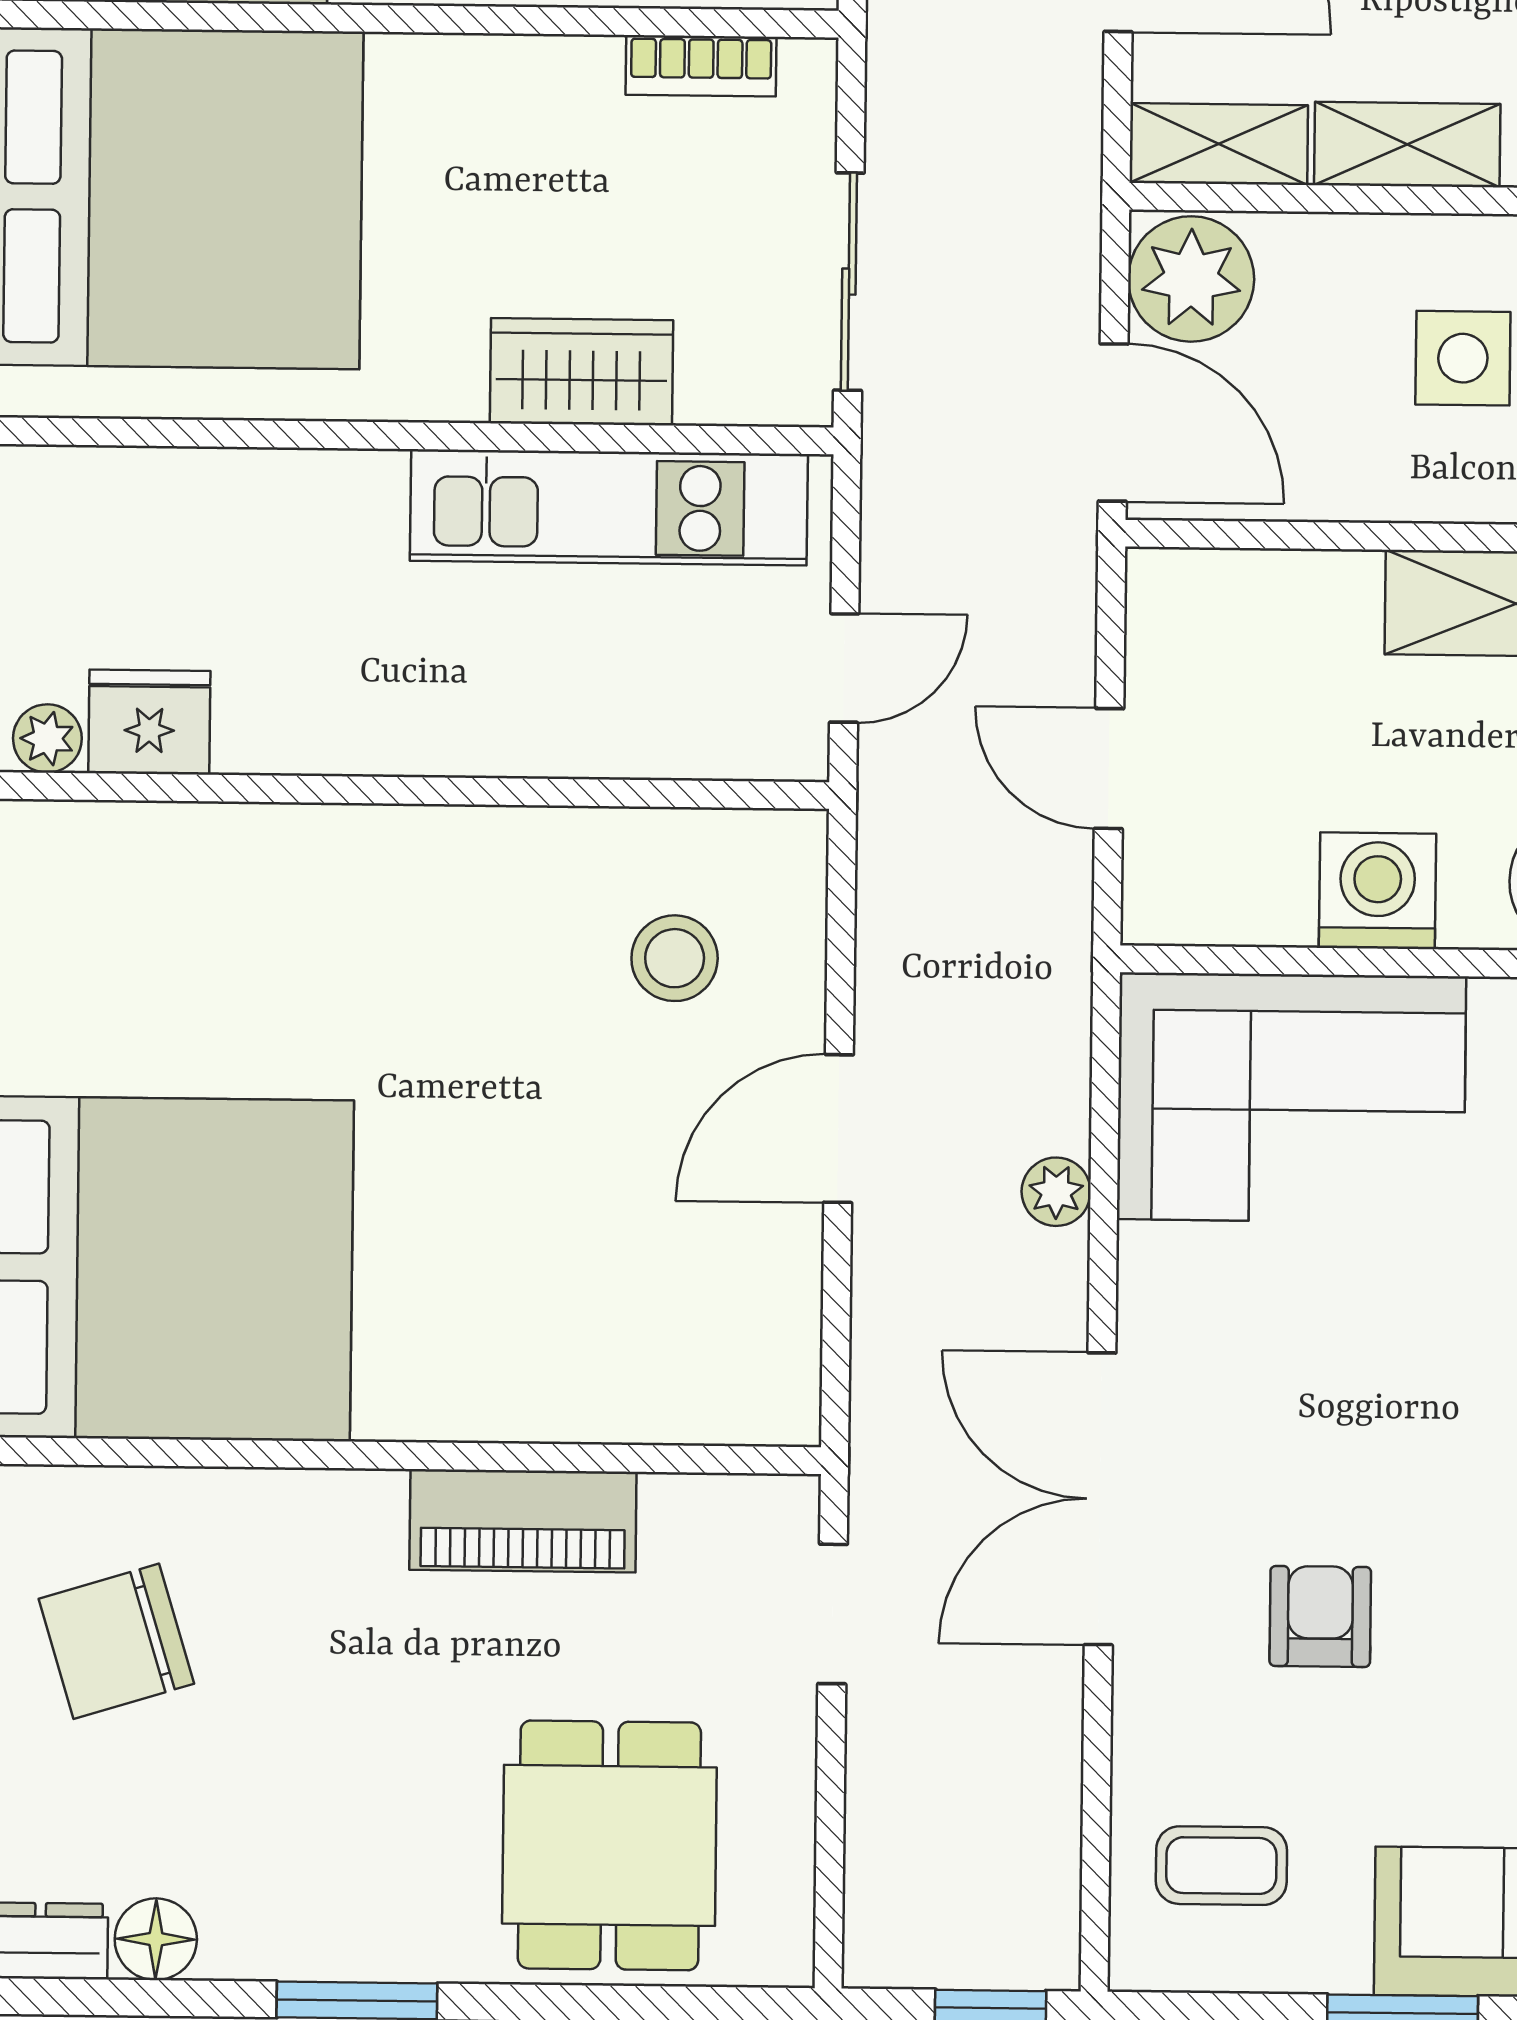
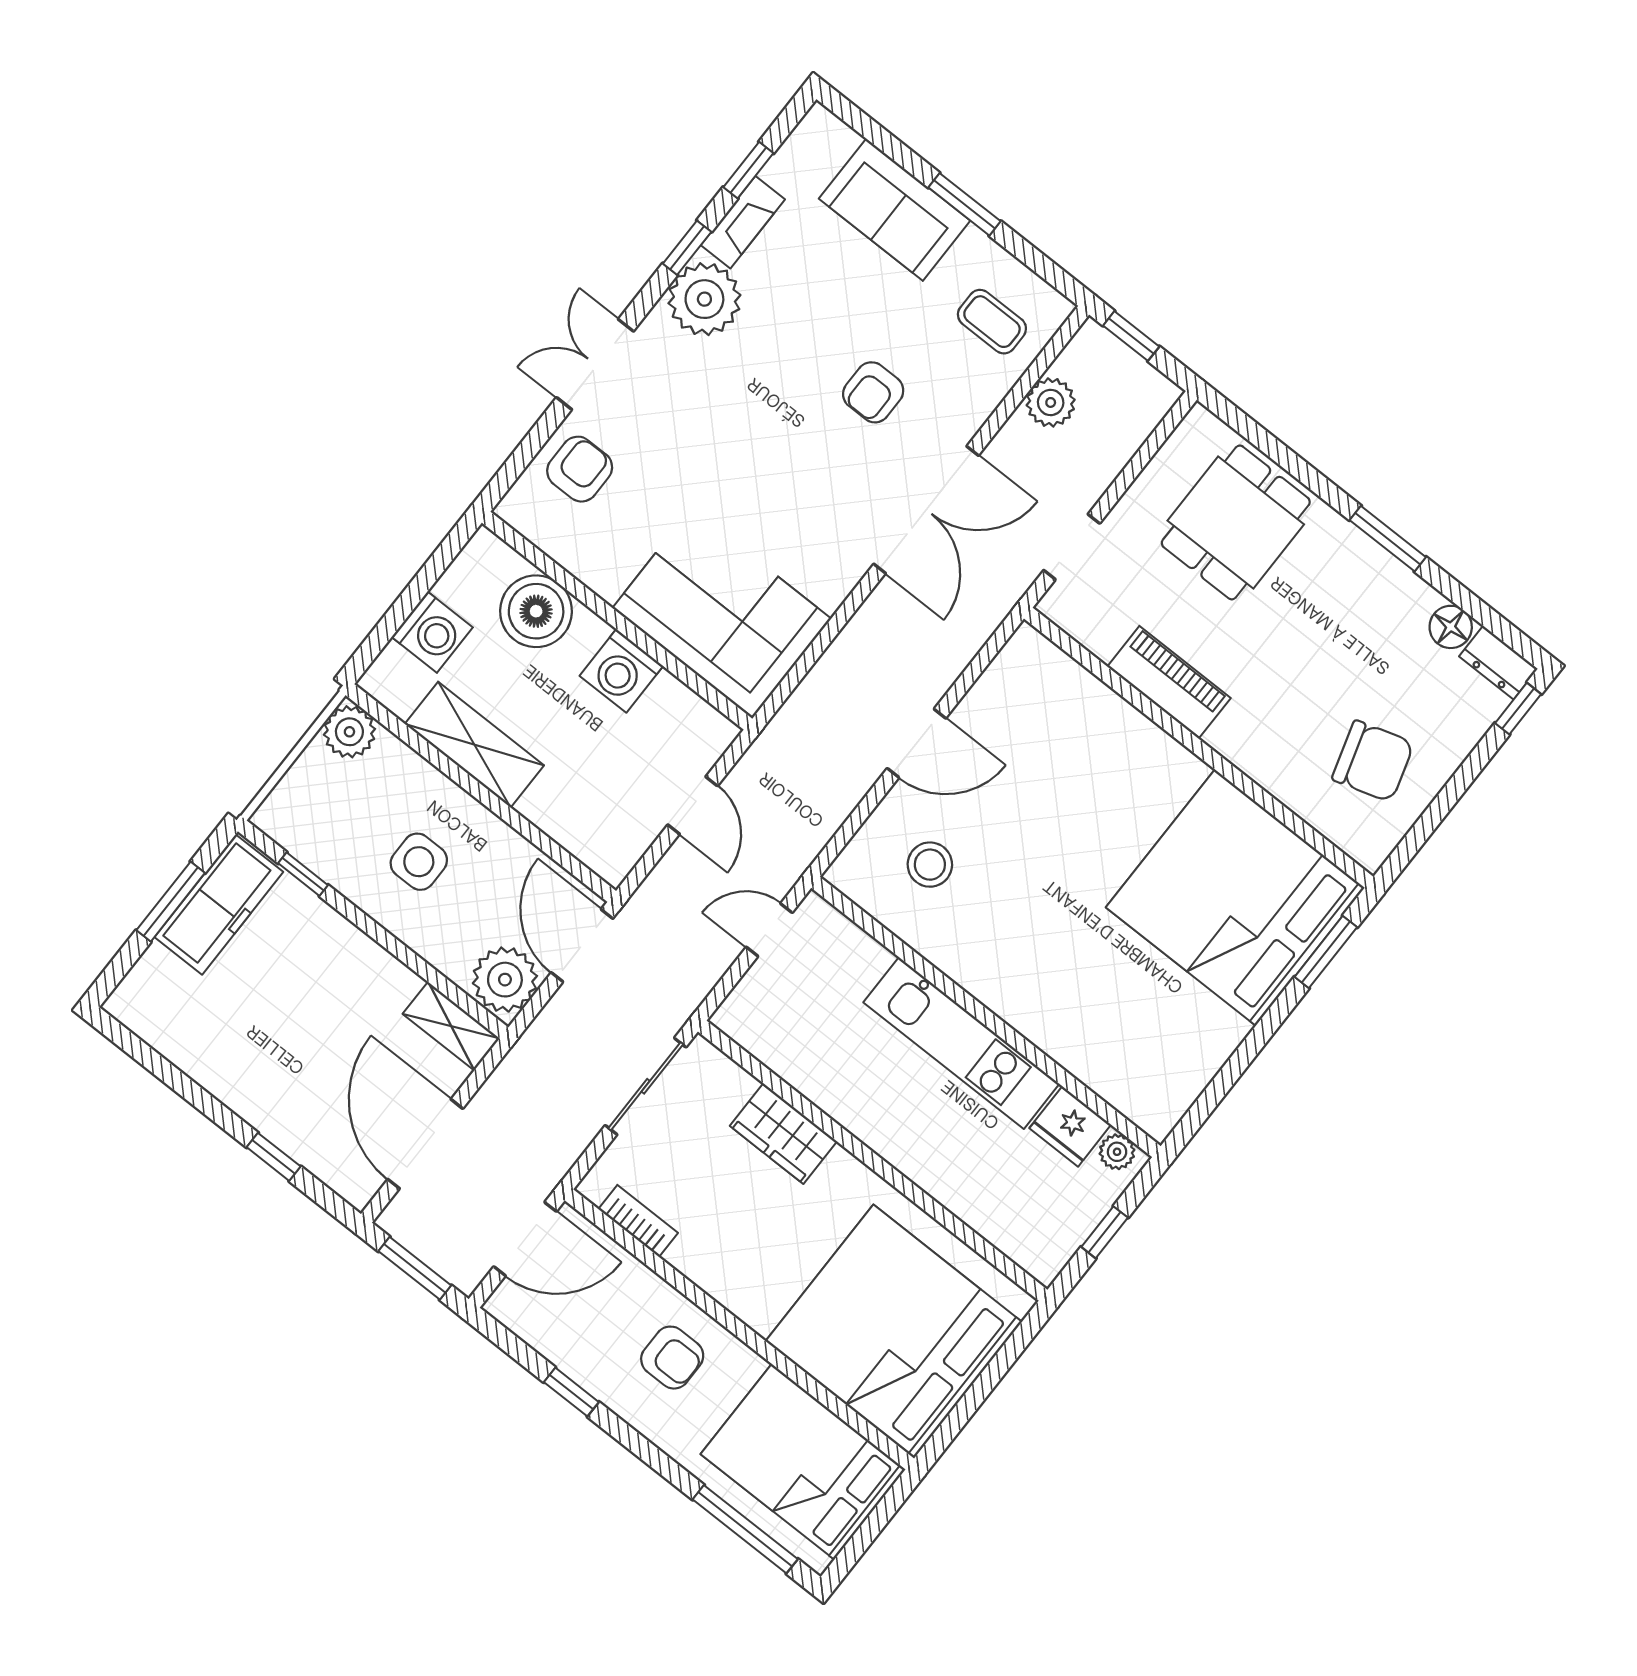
shelving: (1407, 145) -> (374, 966), removed
kitchen unit: (609, 507) -> (961, 1043), moved, turned 180
plant: (1056, 1192) -> (1051, 402), moved, width x1.38, depth x1.38

